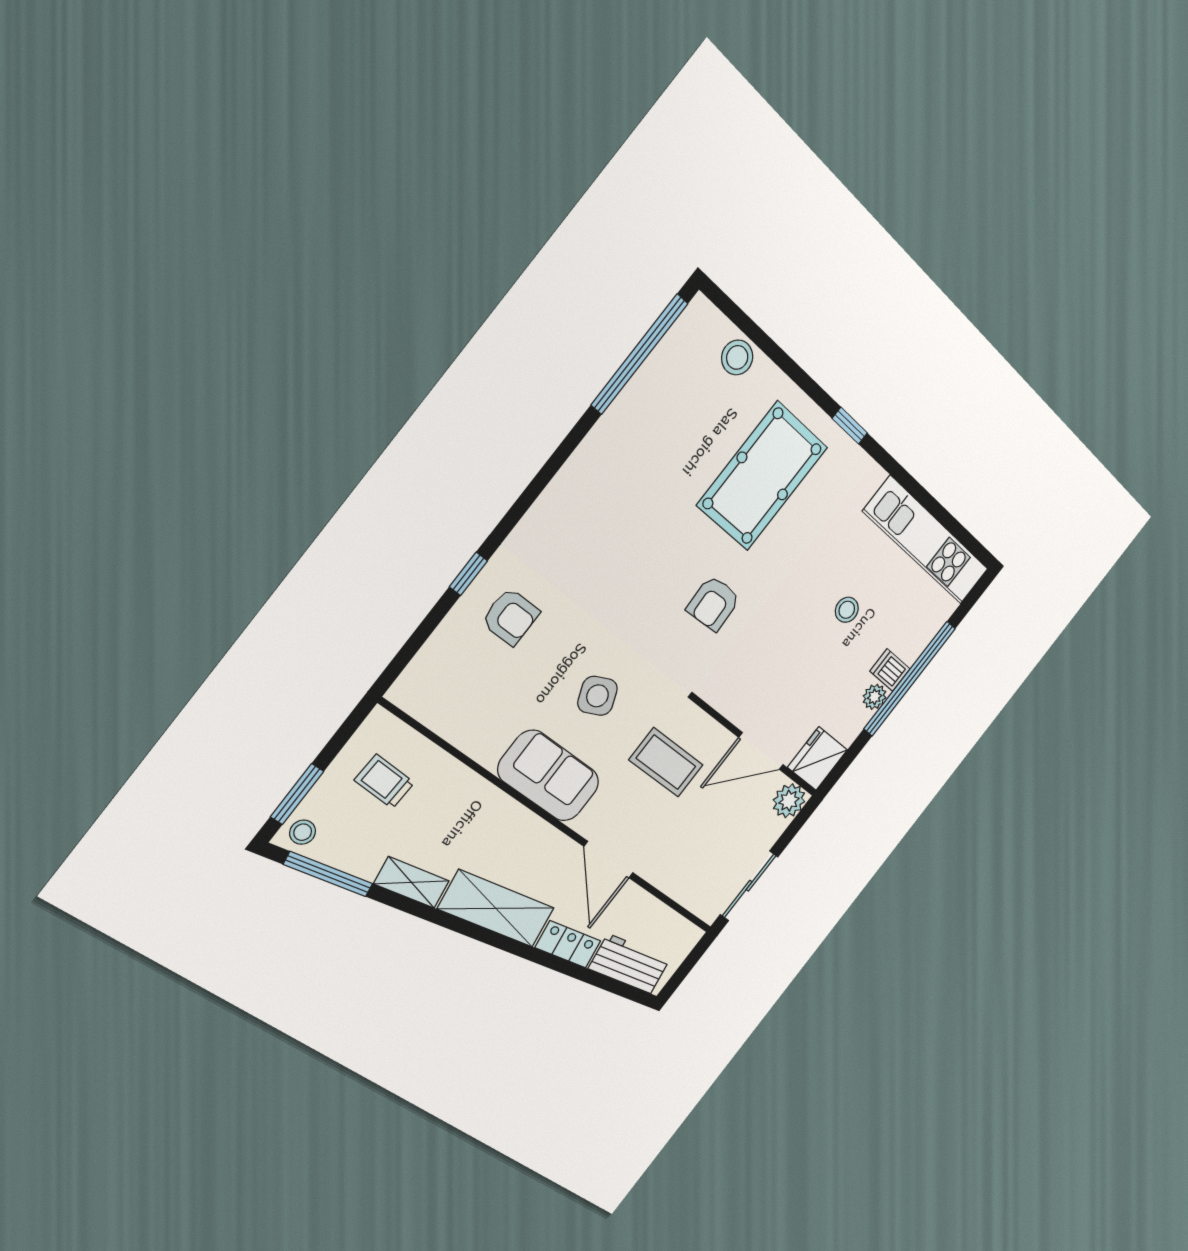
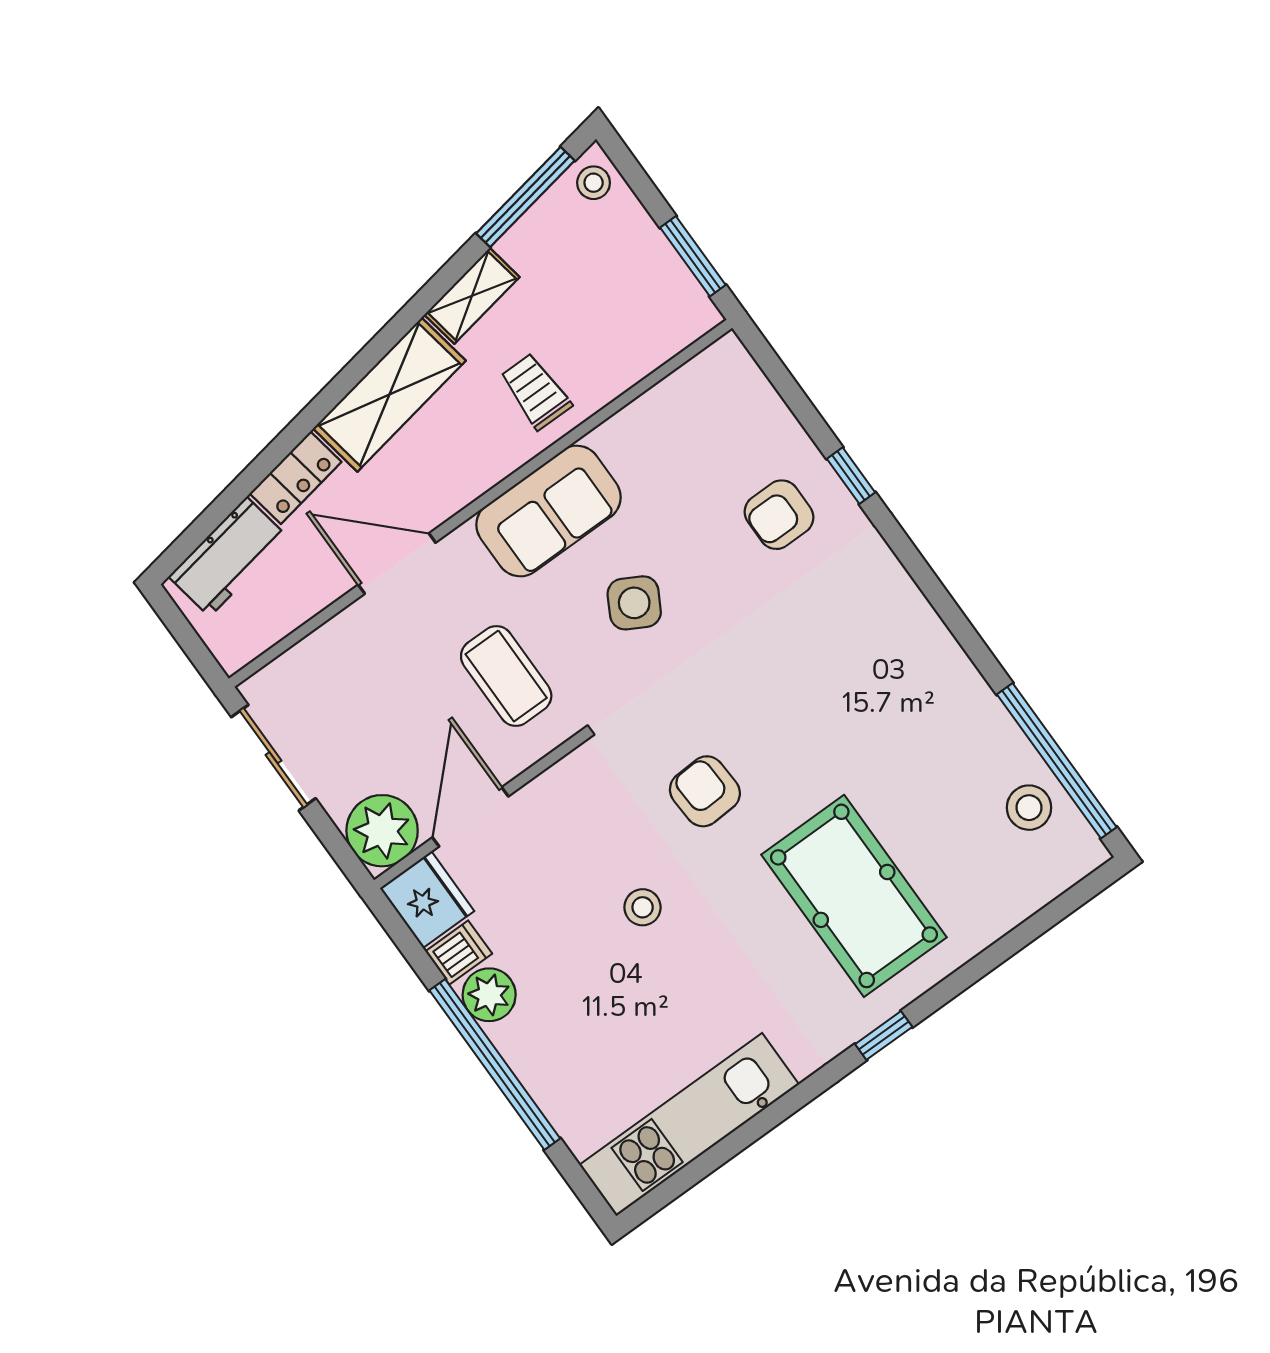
stool: (737, 357) -> (1029, 808), moved
stool: (847, 610) -> (643, 907), moved
dishwasher: (890, 670) -> (459, 953), moved
side table: (597, 696) -> (634, 603), turned -37
plant: (875, 697) -> (489, 995), width x1.38, depth x1.38
coffee table: (666, 762) -> (506, 676), turned 90
trolley: (384, 781) -> (536, 391), moved, turned -93
window: (297, 794) -> (693, 256), moved
plant: (789, 801) -> (382, 831), width x1.36, depth x1.36

